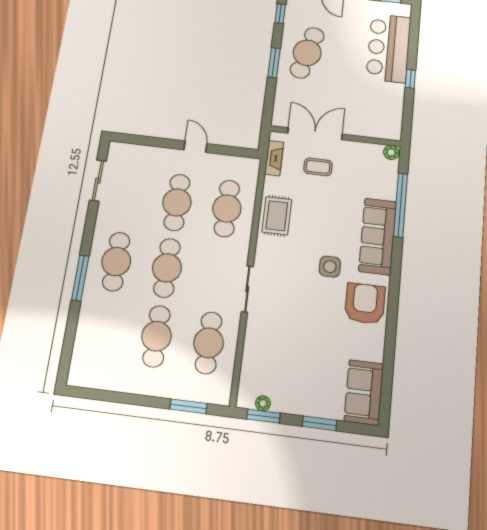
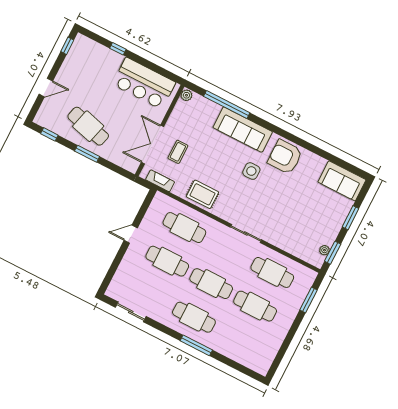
bar counter: (389, 48) -> (144, 83), moved
window: (410, 79) -> (118, 49), moved

